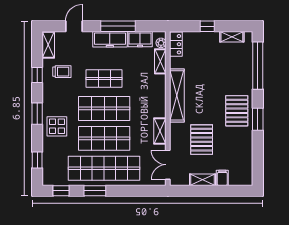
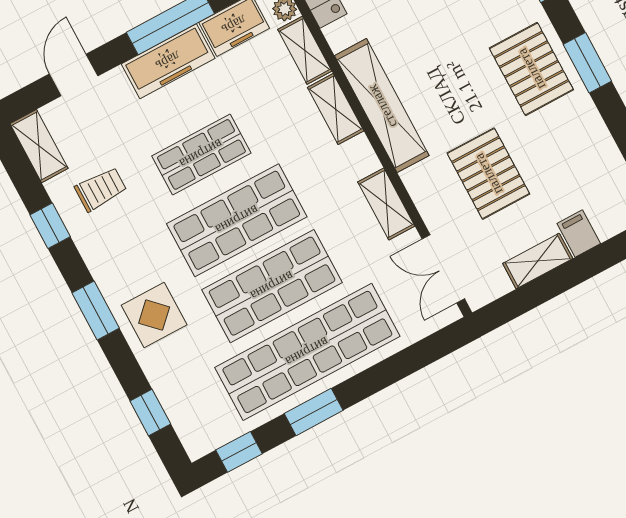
shelving: (160, 88) -> (336, 109), added

